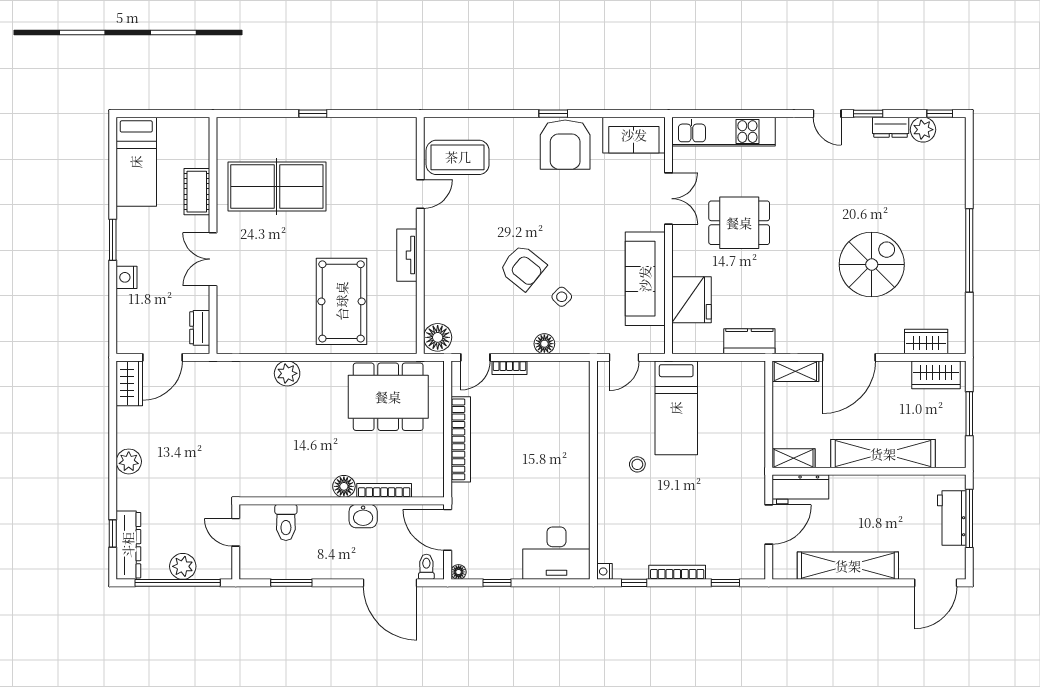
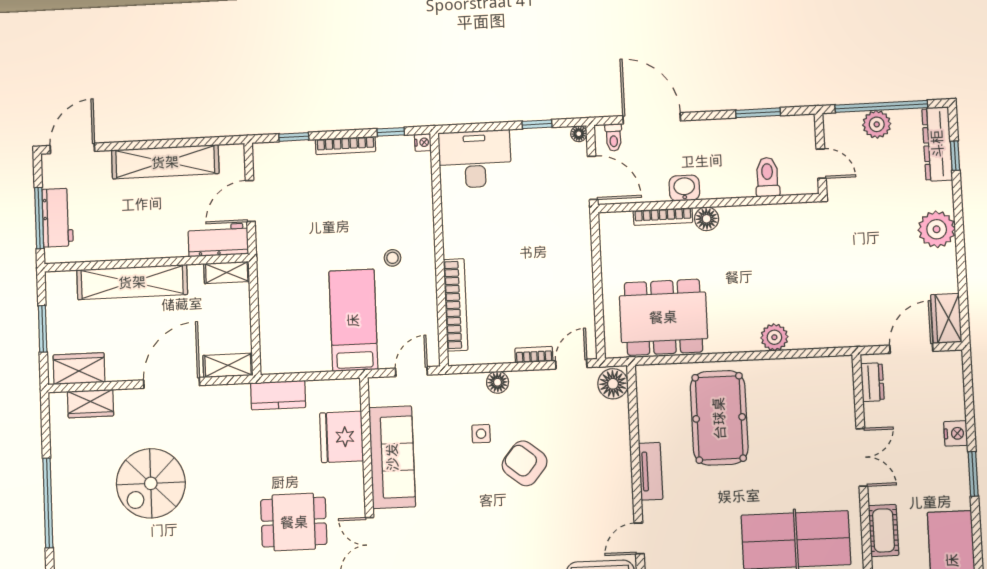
side table: (562, 297) -> (481, 434), turned 45
bookcase: (461, 439) -> (456, 305), moved, turned 180
plant: (129, 461) -> (937, 229), width x1.36, depth x1.36

